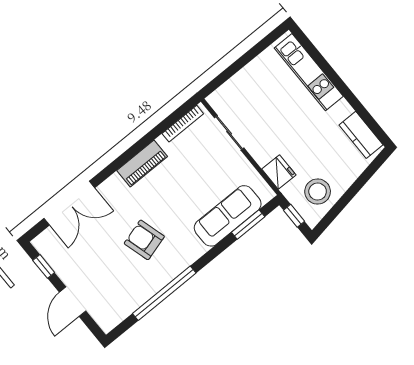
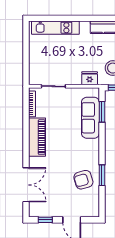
piano: (142, 164) -> (37, 137), width x1.37, depth x1.33
armchair: (144, 240) -> (83, 180), moved
window: (164, 293) -> (102, 175), width x0.47

